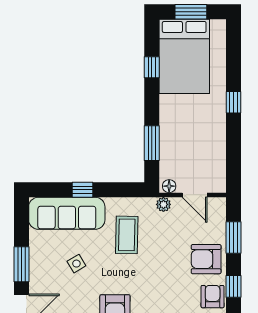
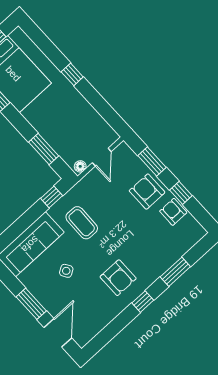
window: (82, 190) -> (52, 197), moved
door: (195, 195) -> (102, 157), hinge flipped
plant: (163, 204) -> (87, 181), removed
armchair: (206, 259) -> (147, 192), turned 90

